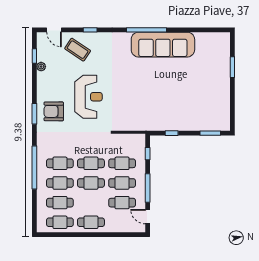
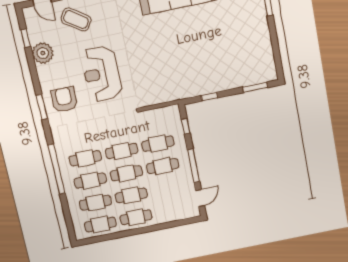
plant: (41, 67) -> (43, 53), width x1.87, depth x1.87
reception desk: (88, 97) -> (102, 74), turned 180
armchair: (54, 111) -> (64, 100), turned 90
cafe table: (122, 203) -> (131, 195), moved
door: (148, 217) -> (200, 198), swing flipped

